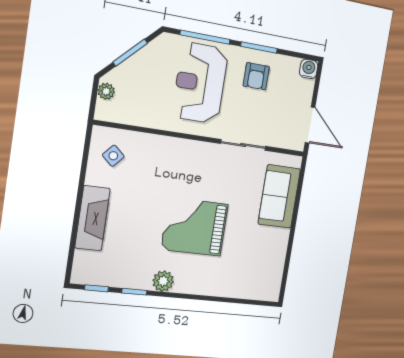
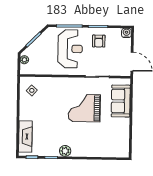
reception desk: (200, 83) -> (70, 49), turned 180
fireplace: (93, 218) -> (25, 137), moved
grand piano: (195, 227) -> (84, 108), moved

